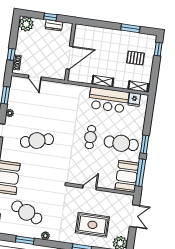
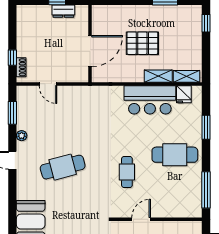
plant: (26, 24) -> (26, 15), removed
pallet: (136, 58) -> (142, 43), moved, width x1.50, depth x1.42
shelving: (103, 81) -> (158, 76), moved
cafe table: (90, 137) -> (127, 172), moved
window: (145, 144) -> (206, 127), moved
booth: (127, 176) -> (188, 198), removed

